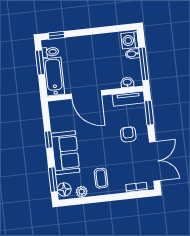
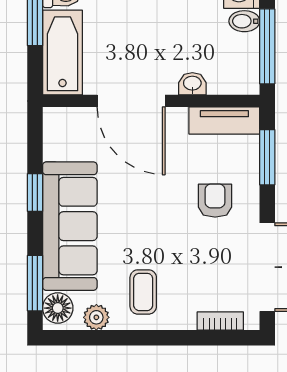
washbasin: (127, 82) -> (192, 84), moved
sofa: (65, 153) -> (70, 226), width x1.36

